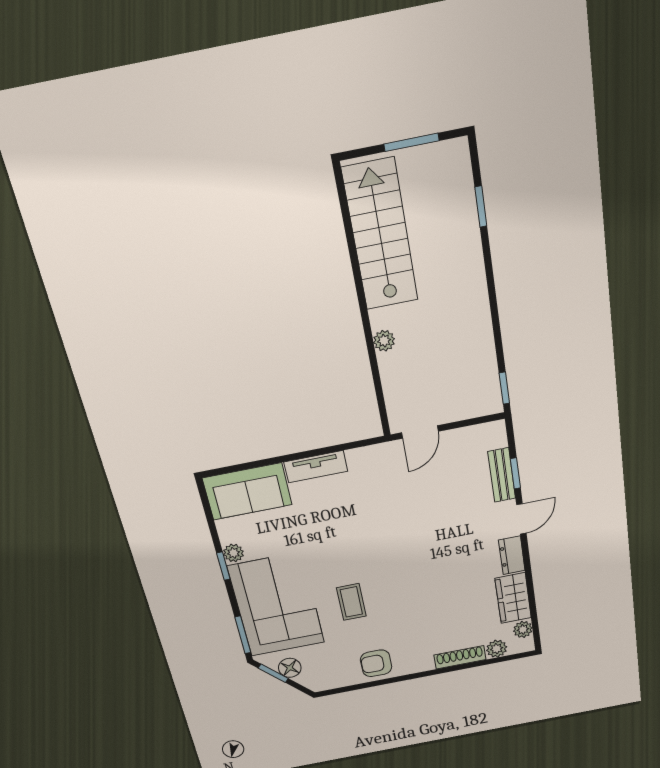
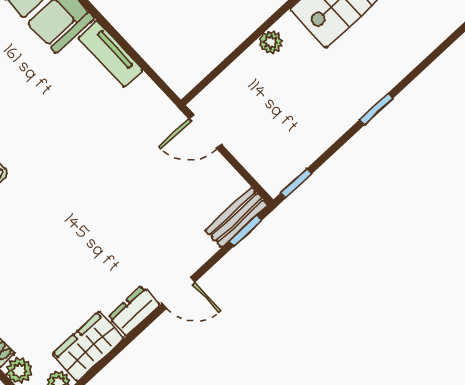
window: (481, 207) -> (376, 109), moved
window: (515, 473) -> (245, 231), moved
bench: (502, 475) -> (236, 217), moved

